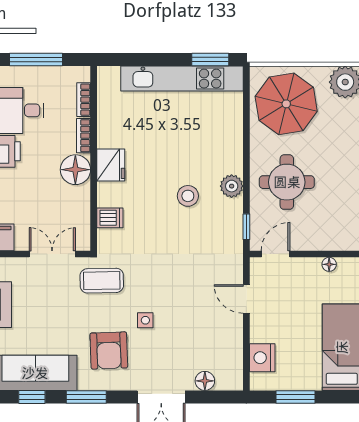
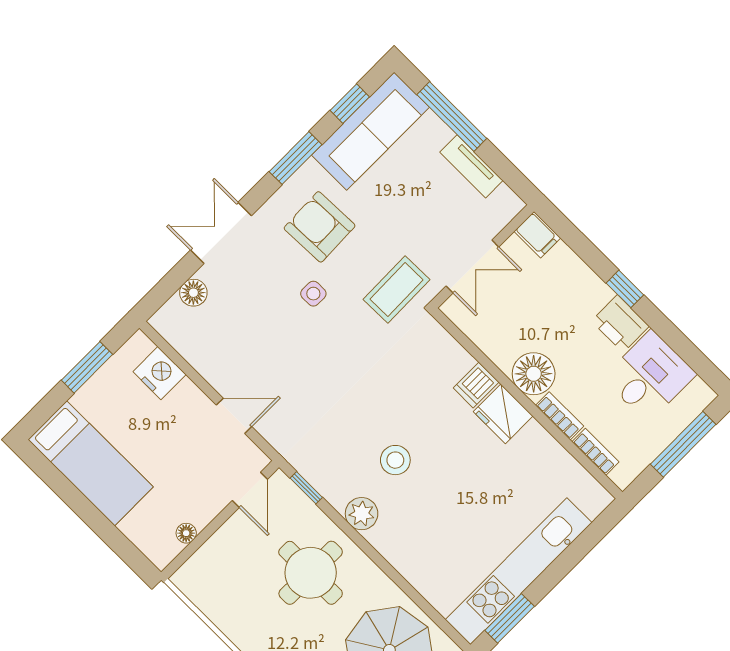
dishwasher: (110, 218) -> (476, 385), moved

